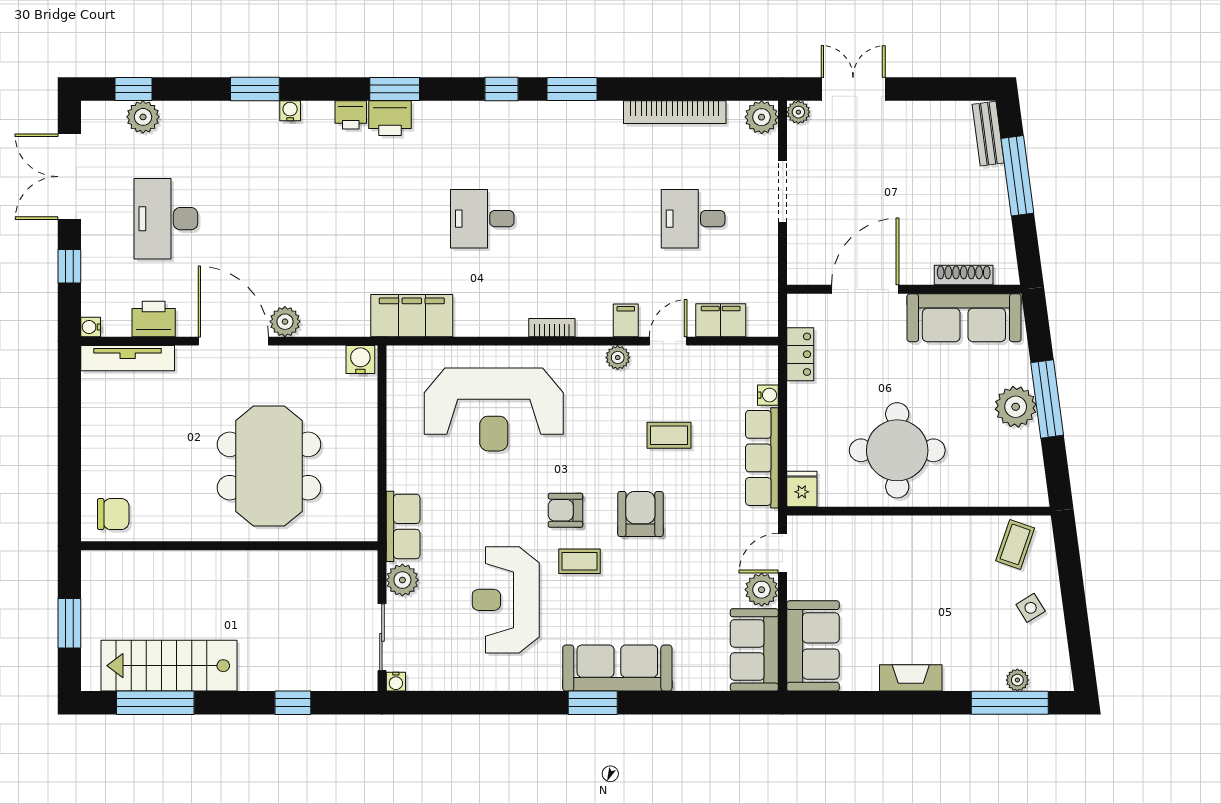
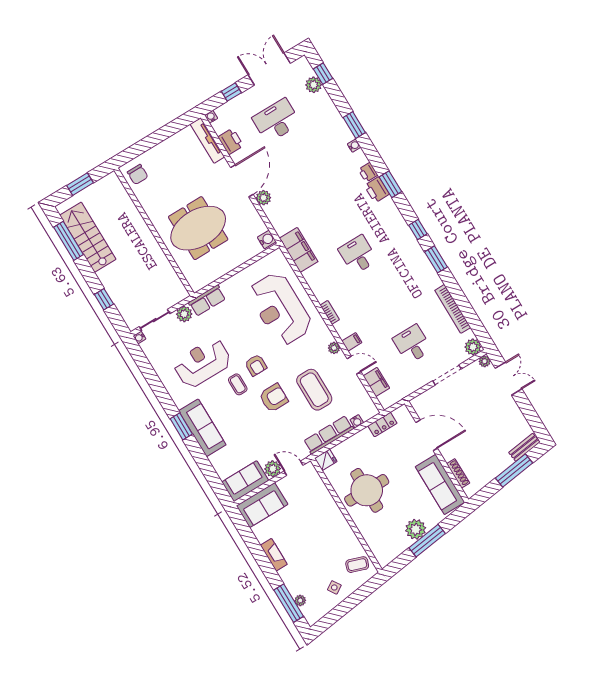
coffee table: (669, 435) -> (314, 390), width x1.86, depth x1.72
armchair: (565, 510) -> (256, 365), turned 180

